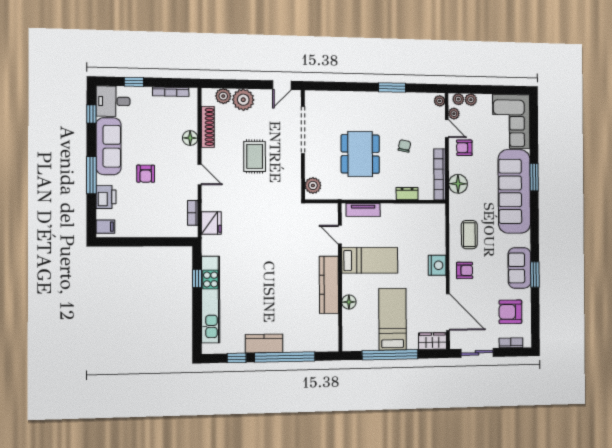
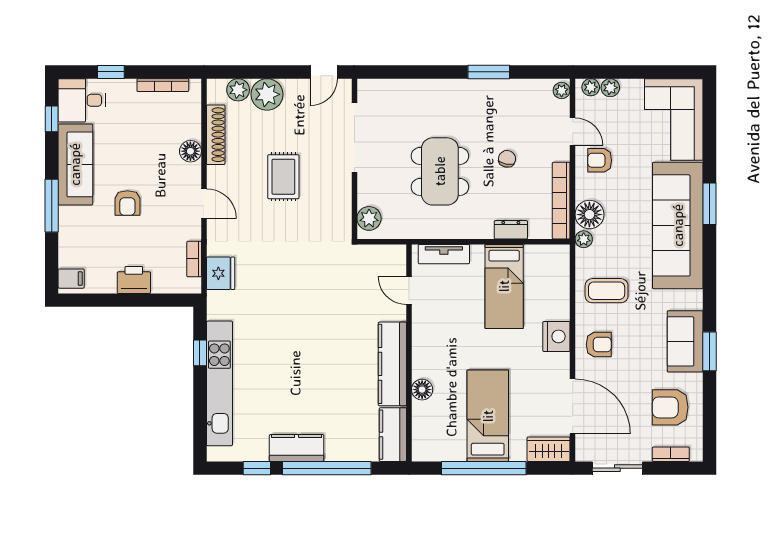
plant: (454, 114) -> (584, 239), moved
printer: (106, 197) -> (134, 280), moved, turned -90
coffee table: (469, 235) -> (607, 291), turned 90
bed: (370, 260) -> (504, 286), moved, turned 90
kitchen counter: (329, 333) -> (393, 435), added

